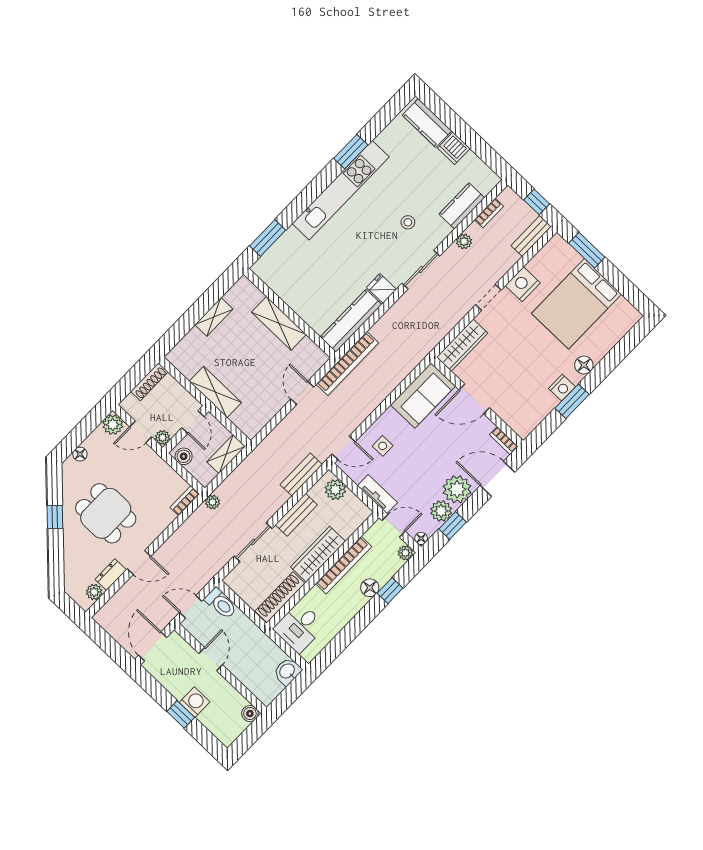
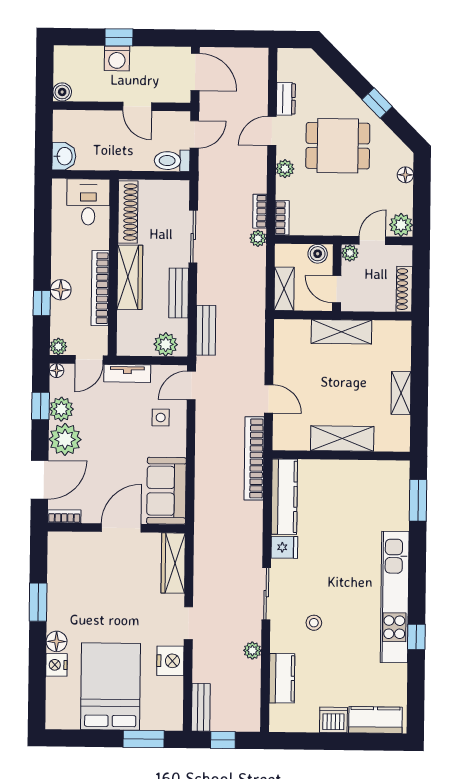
window: (351, 152) -> (416, 637), width x0.67
bookcase: (489, 213) -> (260, 211), moved
nightstand: (562, 388) -> (56, 665), moved
plant: (94, 592) -> (285, 169), moved

